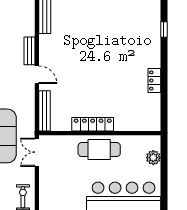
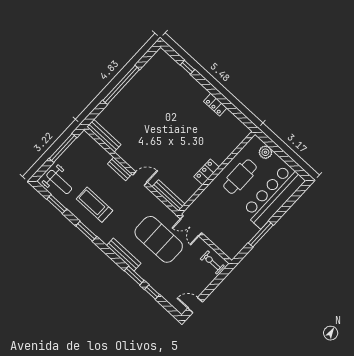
locker: (93, 124) -> (207, 172), width x0.66
cafe table: (99, 150) -> (240, 177), moved

